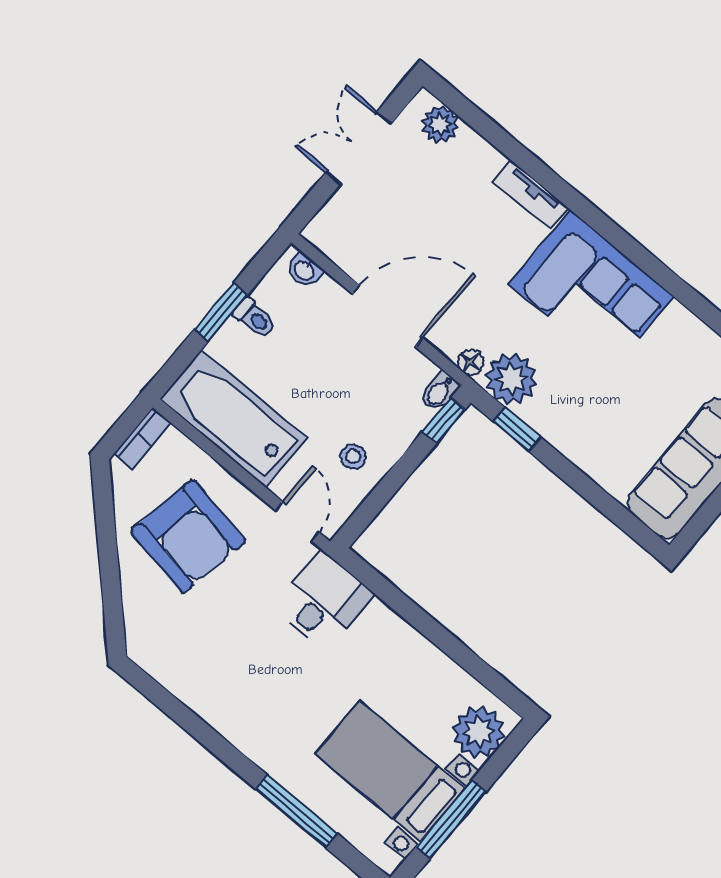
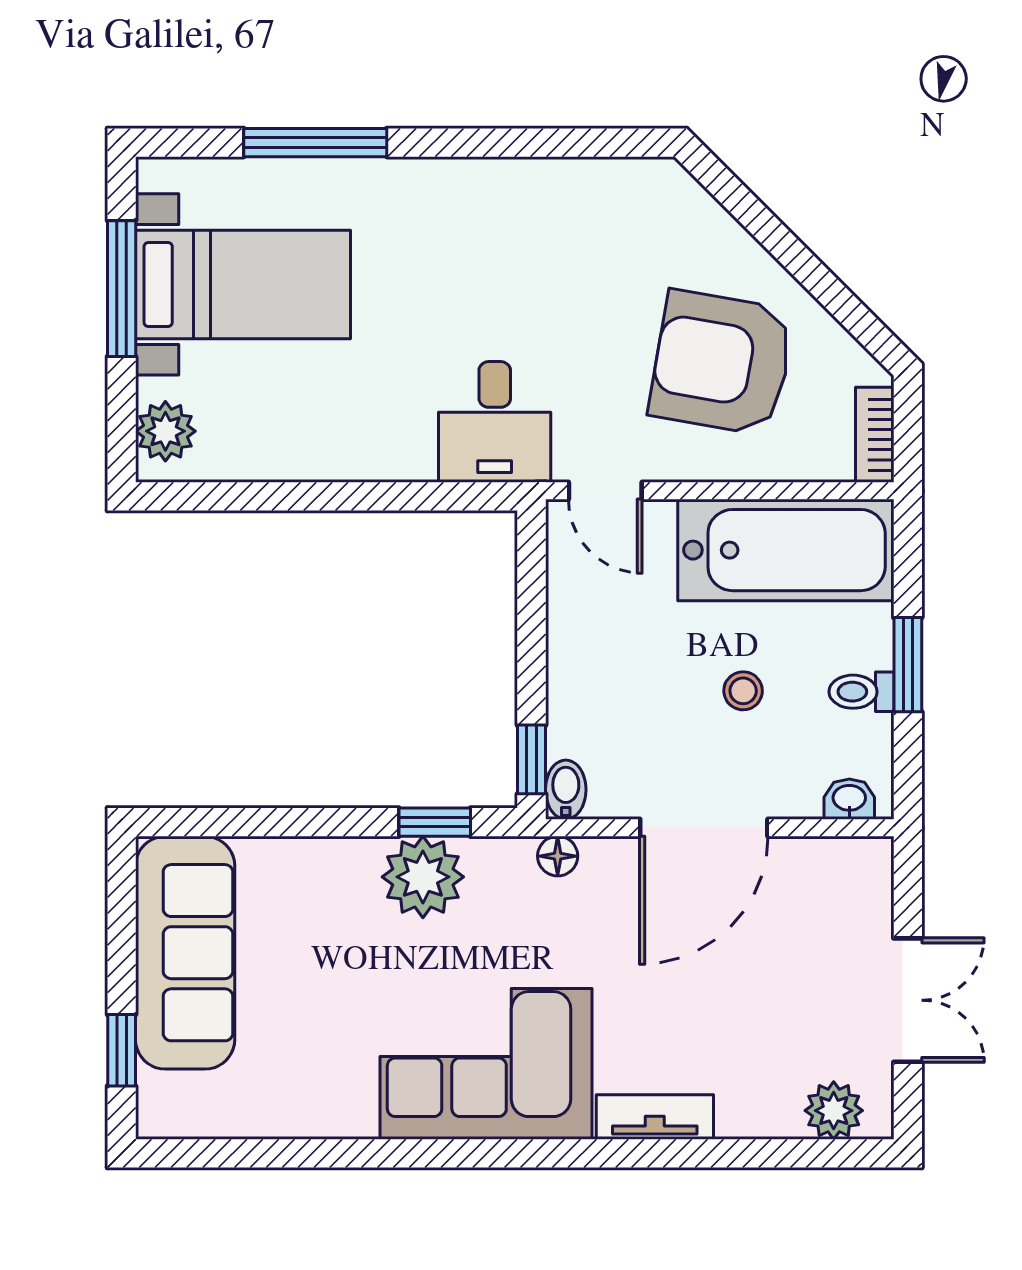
plant: (511, 379) -> (423, 877), moved
stool: (353, 457) -> (743, 691), moved
plant: (478, 732) -> (165, 431), width x0.73, depth x0.73

